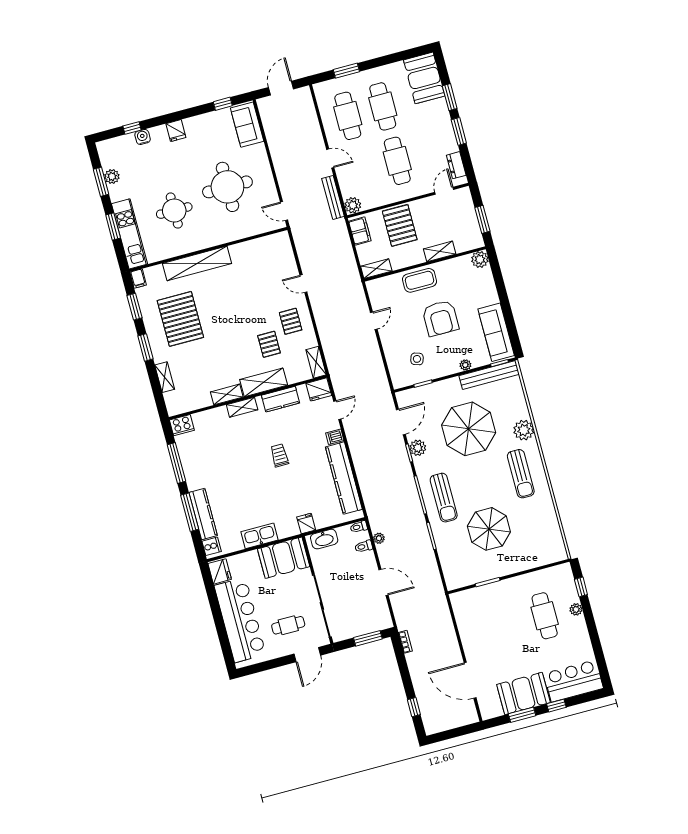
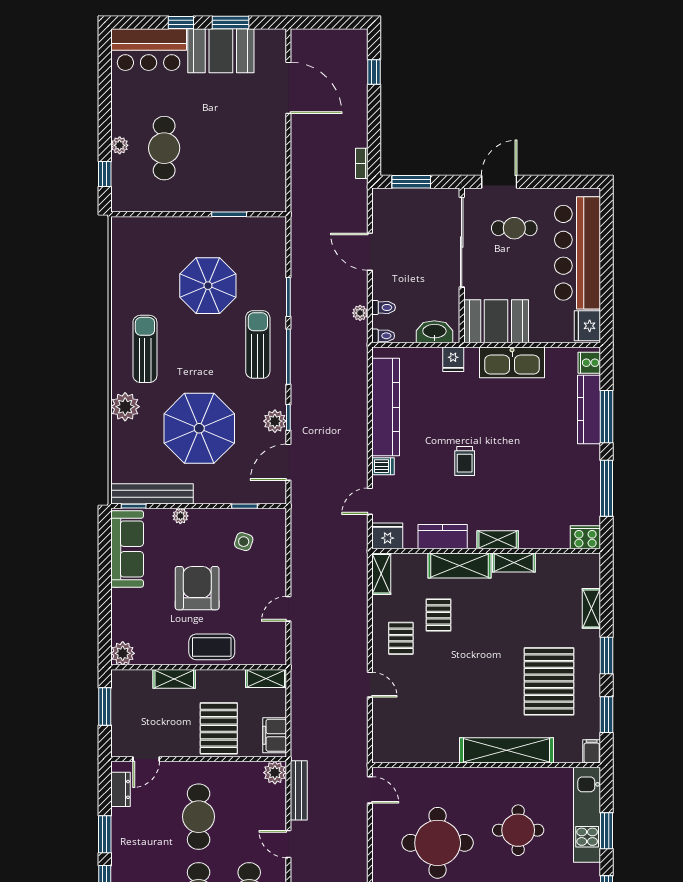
kitchen sink: (260, 536) -> (512, 362), width x1.36, depth x1.24

